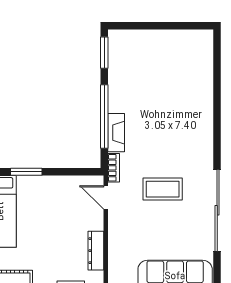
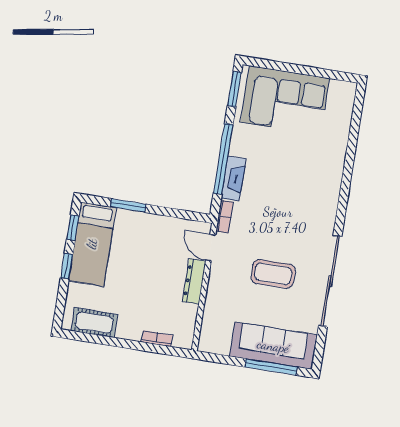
corner sofa: (151, 55) -> (285, 100), added
coffee table: (163, 189) -> (273, 274), moved
dresser: (96, 251) -> (194, 281), moved

